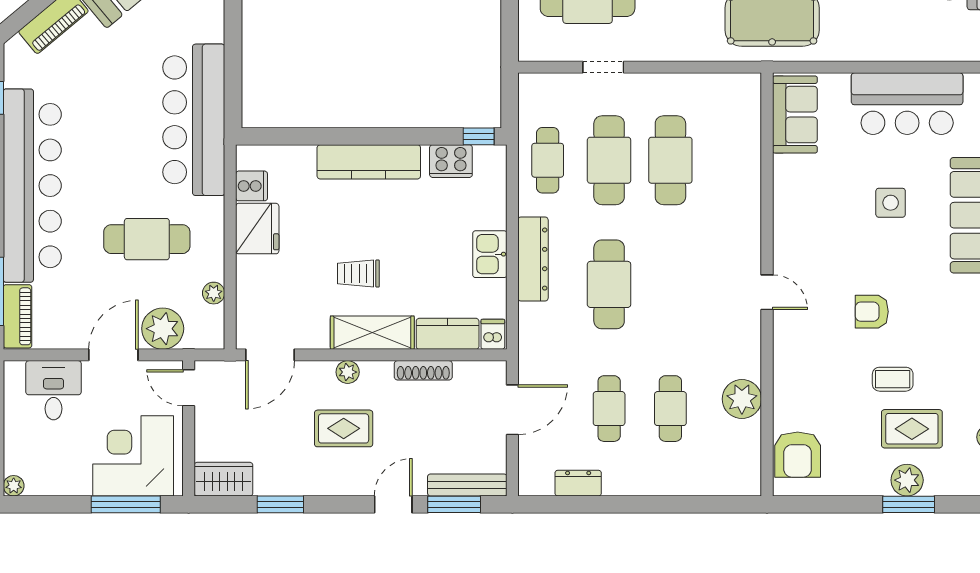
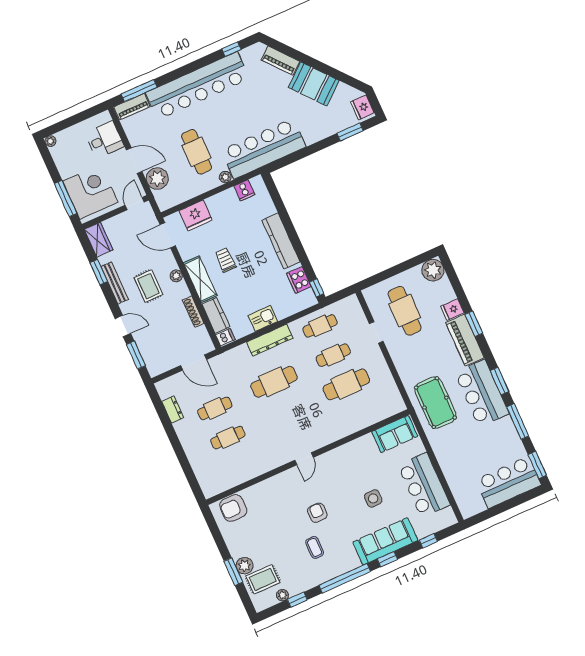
cafe table: (609, 160) -> (333, 355), width x0.73, depth x0.74
fridge: (257, 229) -> (196, 215), moved
plant: (214, 293) -> (225, 177), moved
coffee table: (893, 379) -> (315, 547), moved
plant: (742, 399) -> (248, 470), removed
rug: (912, 429) -> (263, 579), moved, turned 90
bench: (467, 485) -> (115, 283), moved

